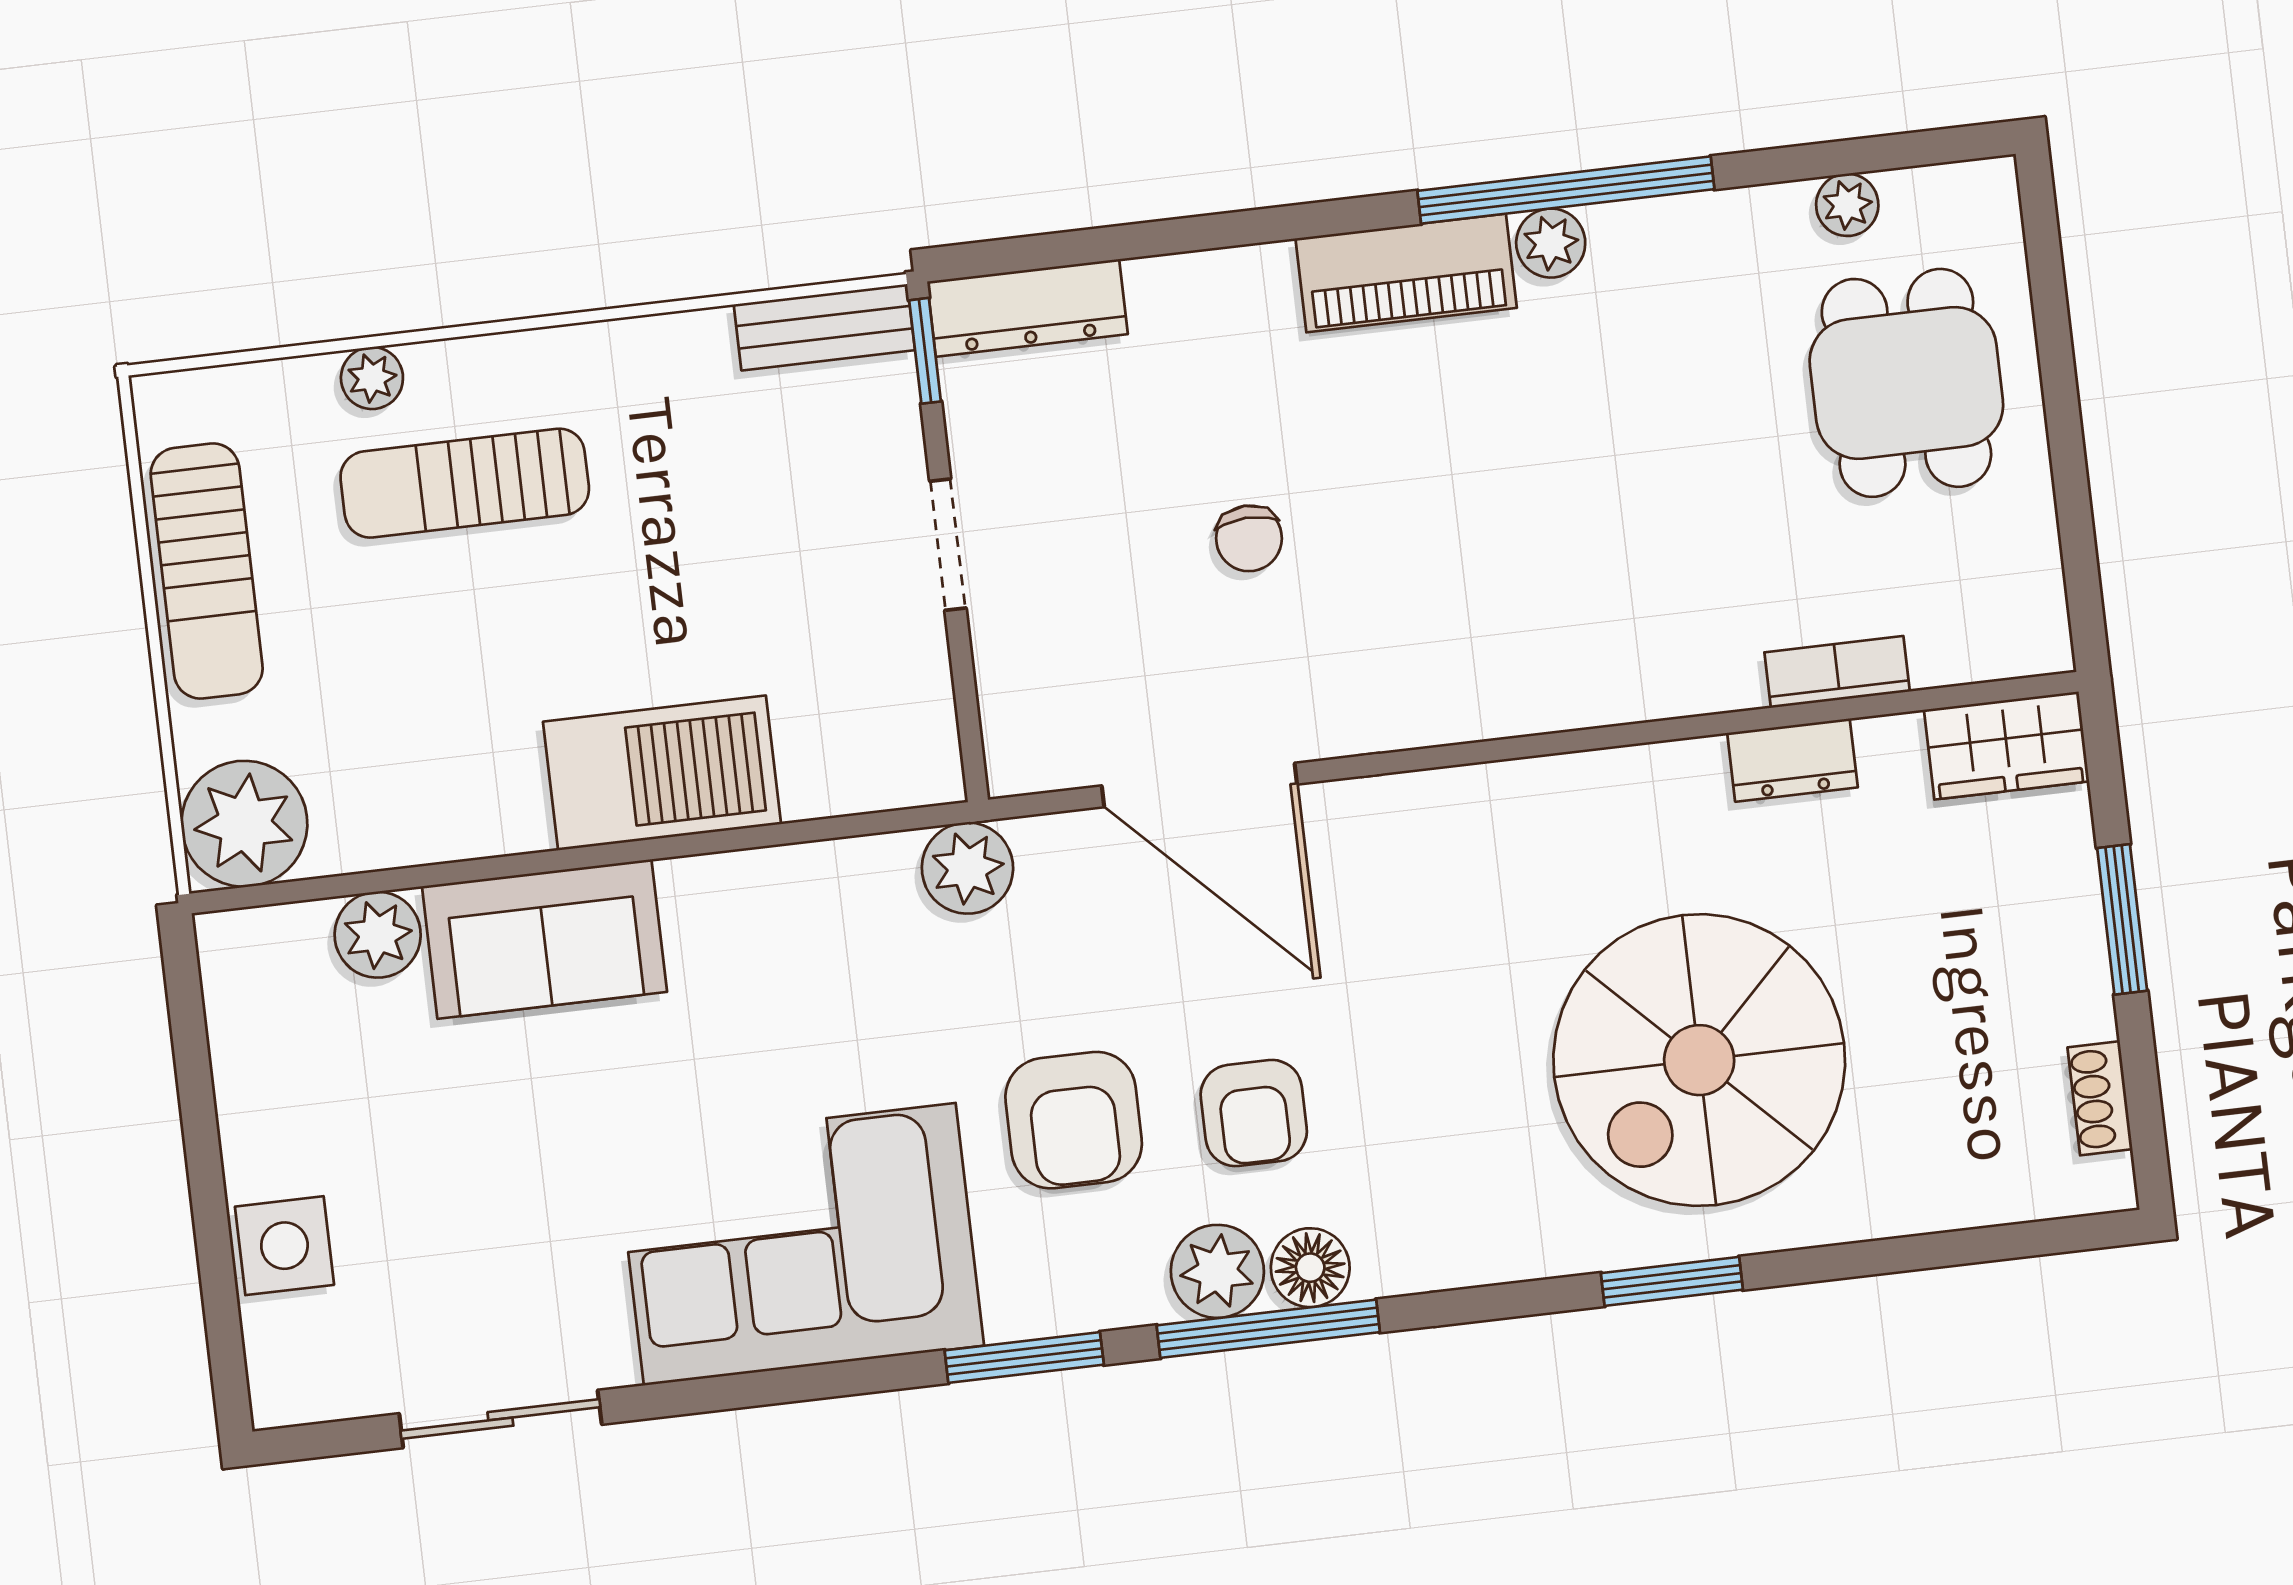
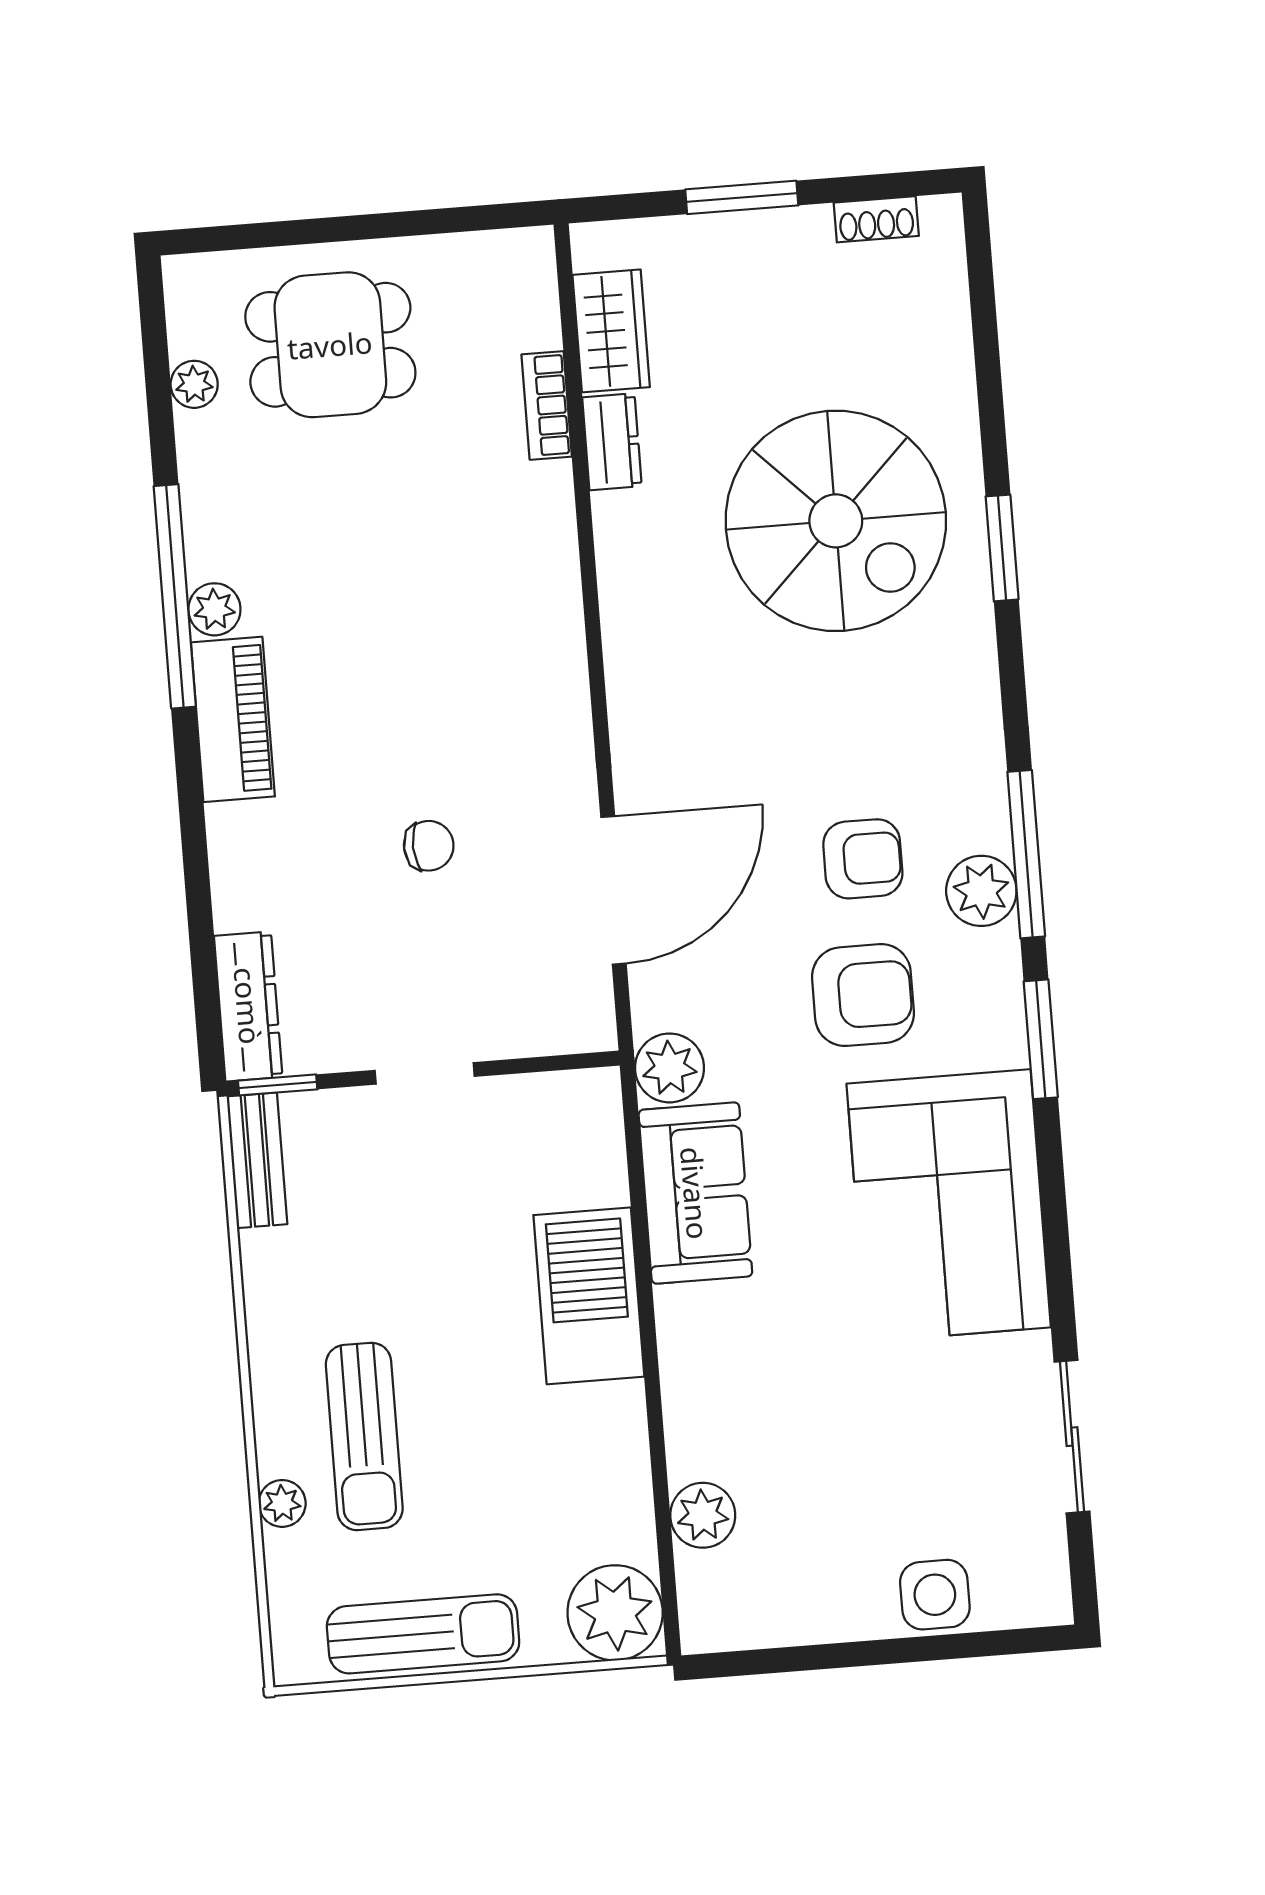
wardrobe: (2007, 746) -> (611, 331), moved
sofa: (544, 939) -> (695, 1193), moved
floor lamp: (1310, 1268) -> (981, 821), removed

